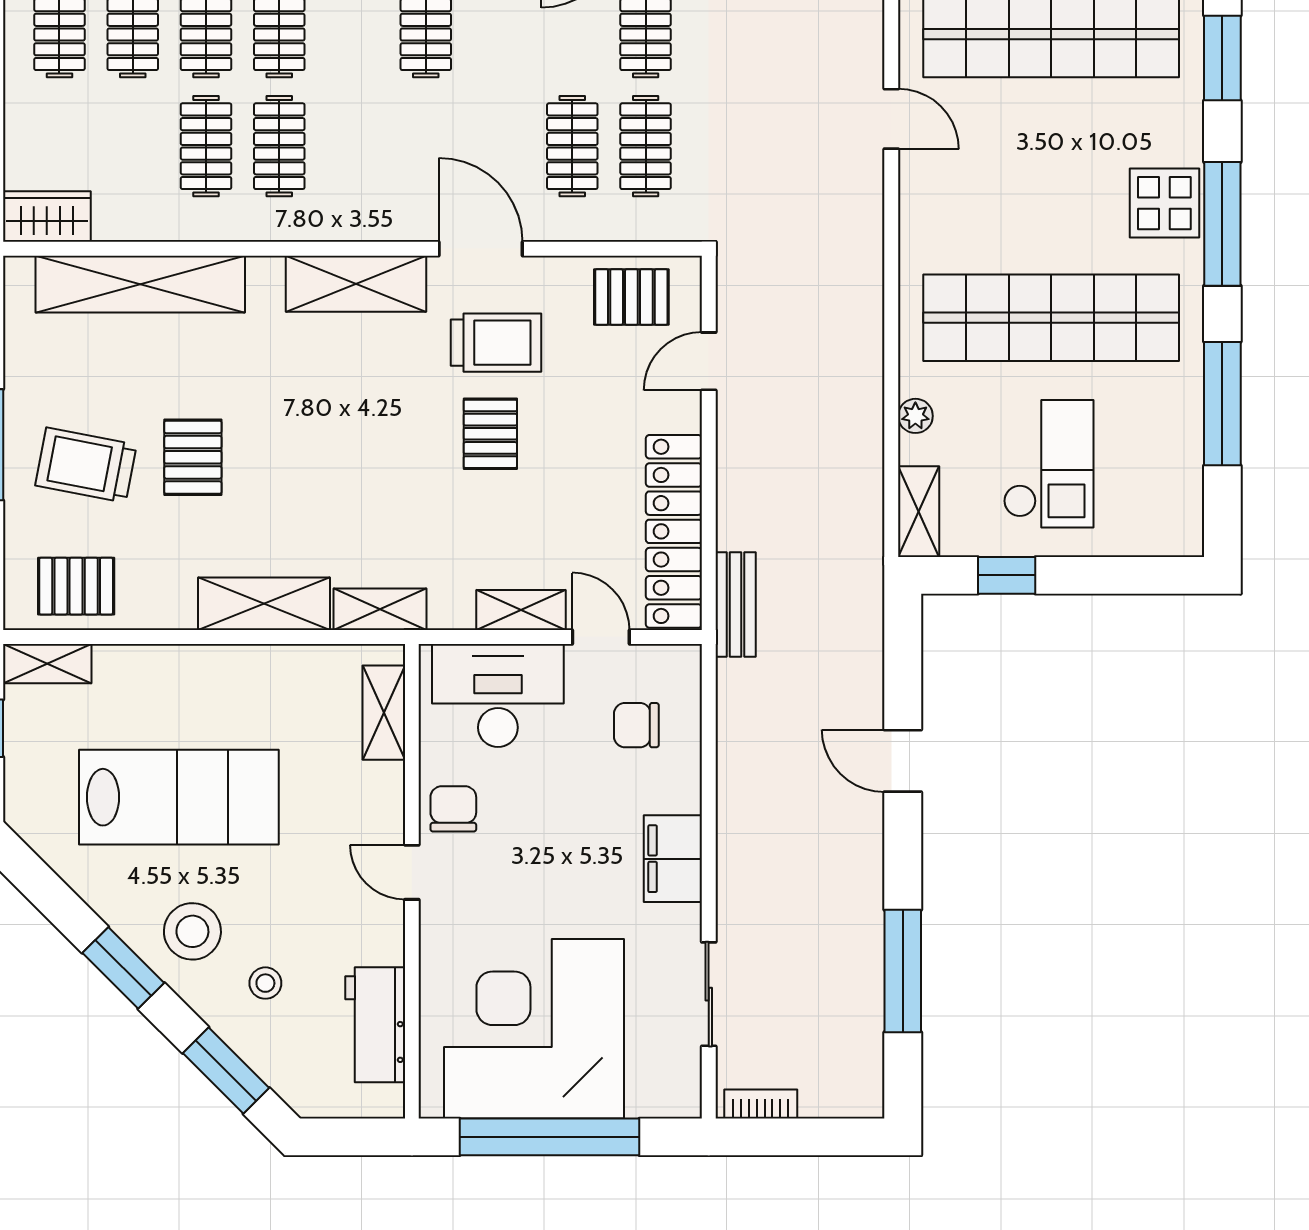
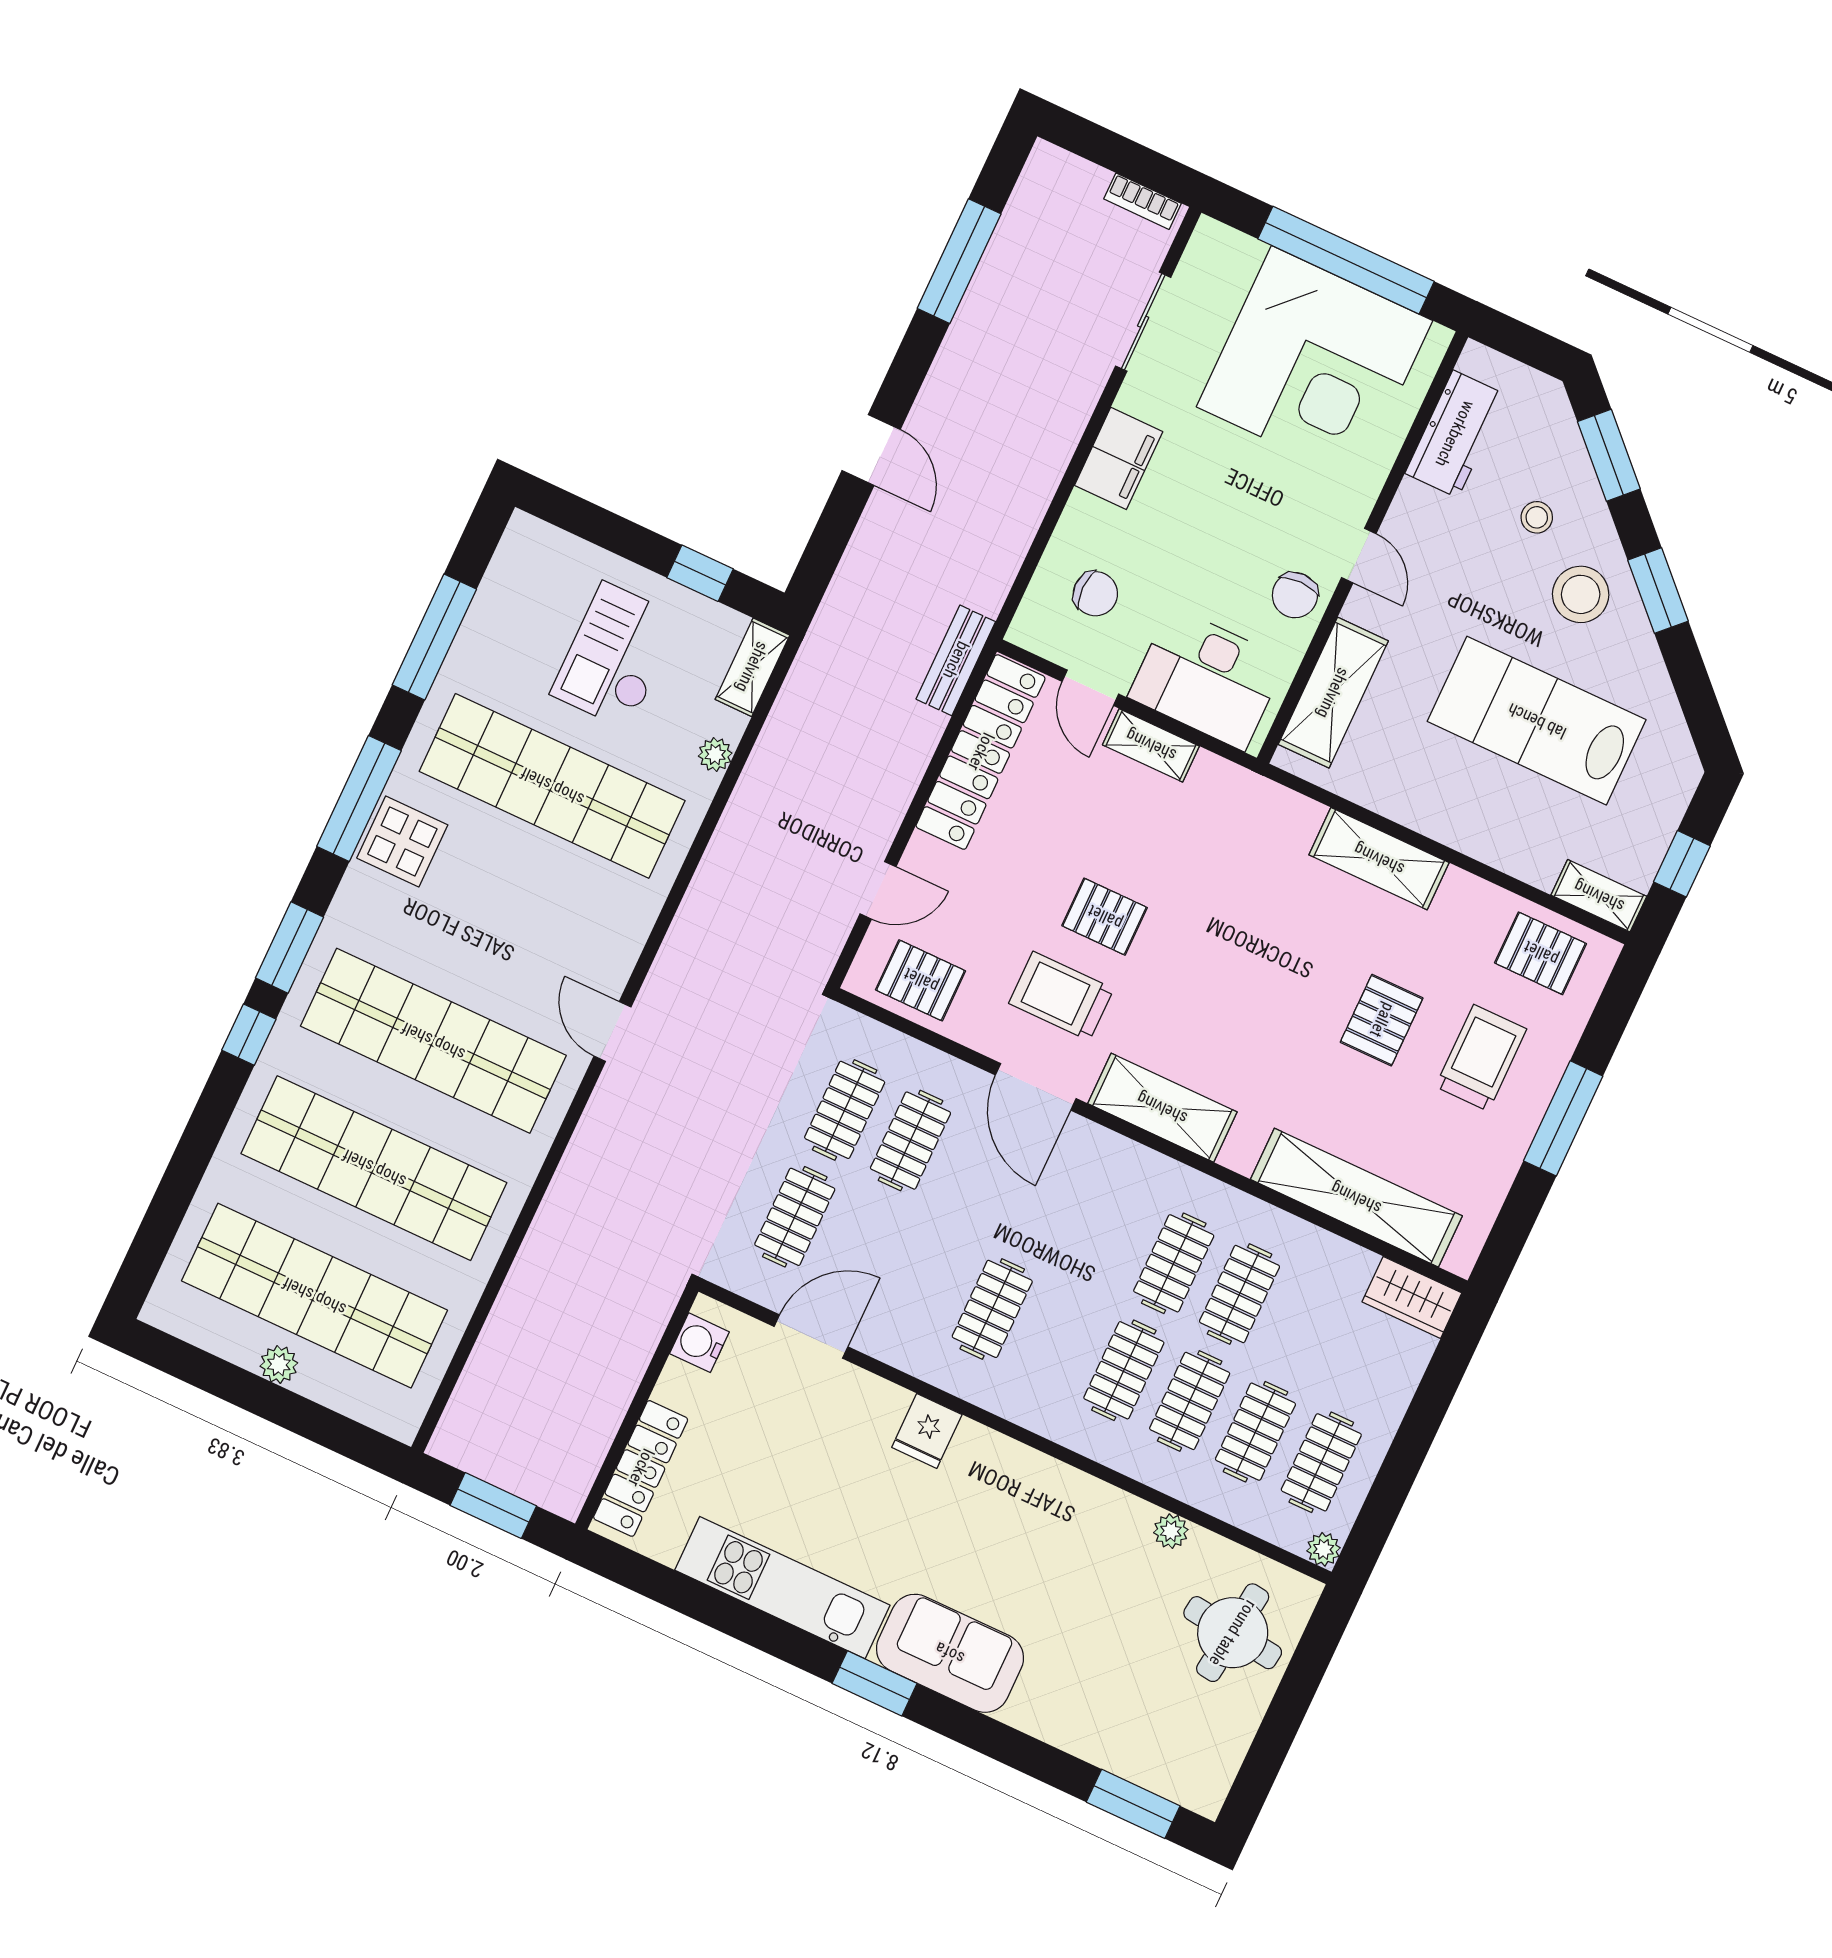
pallet: (490, 434) -> (1105, 917), turned 90
trolley: (86, 465) -> (1481, 1058), turned -101
shelving: (380, 609) -> (1277, 805), removed
shelving: (384, 713) -> (1333, 693), width x1.50, depth x1.33

